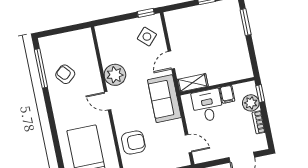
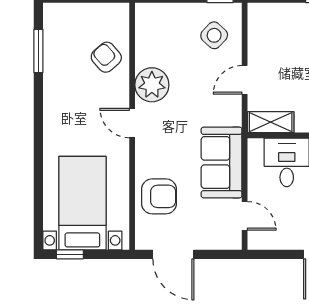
window: (41, 68) -> (38, 51), width x0.69
armchair: (65, 74) -> (106, 57), moved
sofa: (164, 99) -> (222, 162), moved

